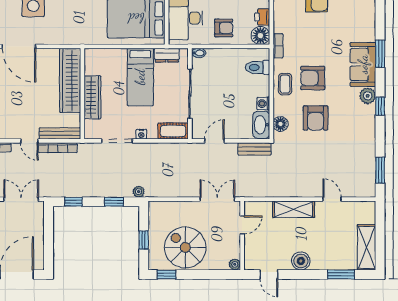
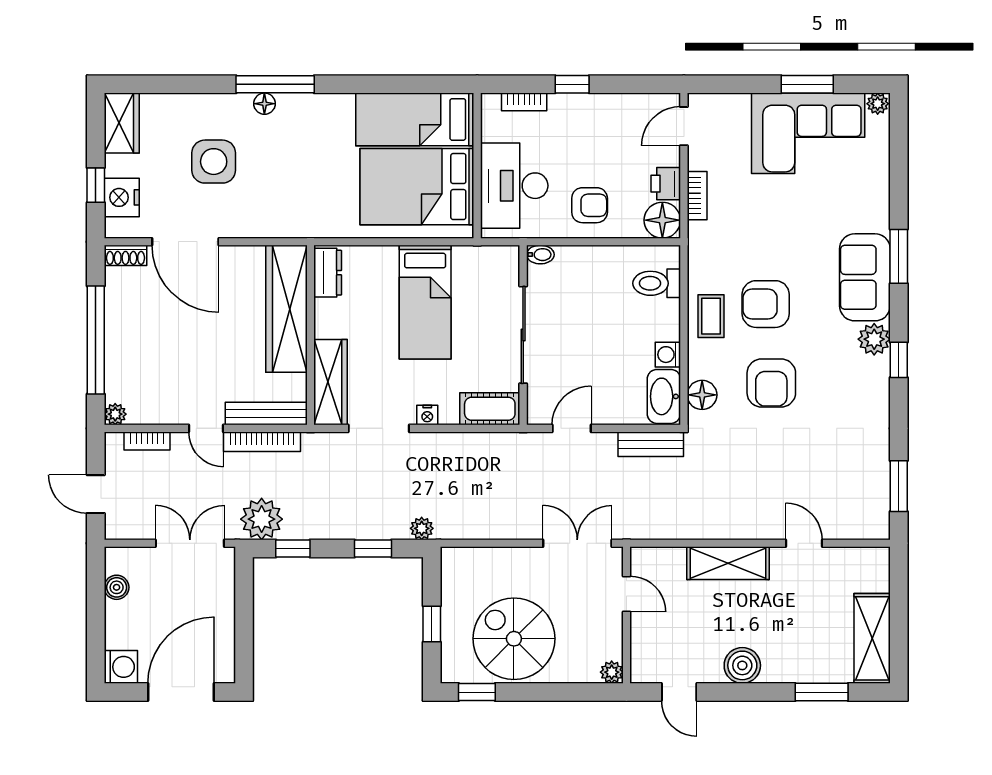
bookcase: (278, 46) -> (697, 196), moved
dresser: (167, 55) -> (328, 273), moved, turned -90
wardrobe: (92, 97) -> (331, 382), moved
plant: (57, 187) -> (262, 519), added
door: (242, 225) -> (626, 594), hinge flipped

